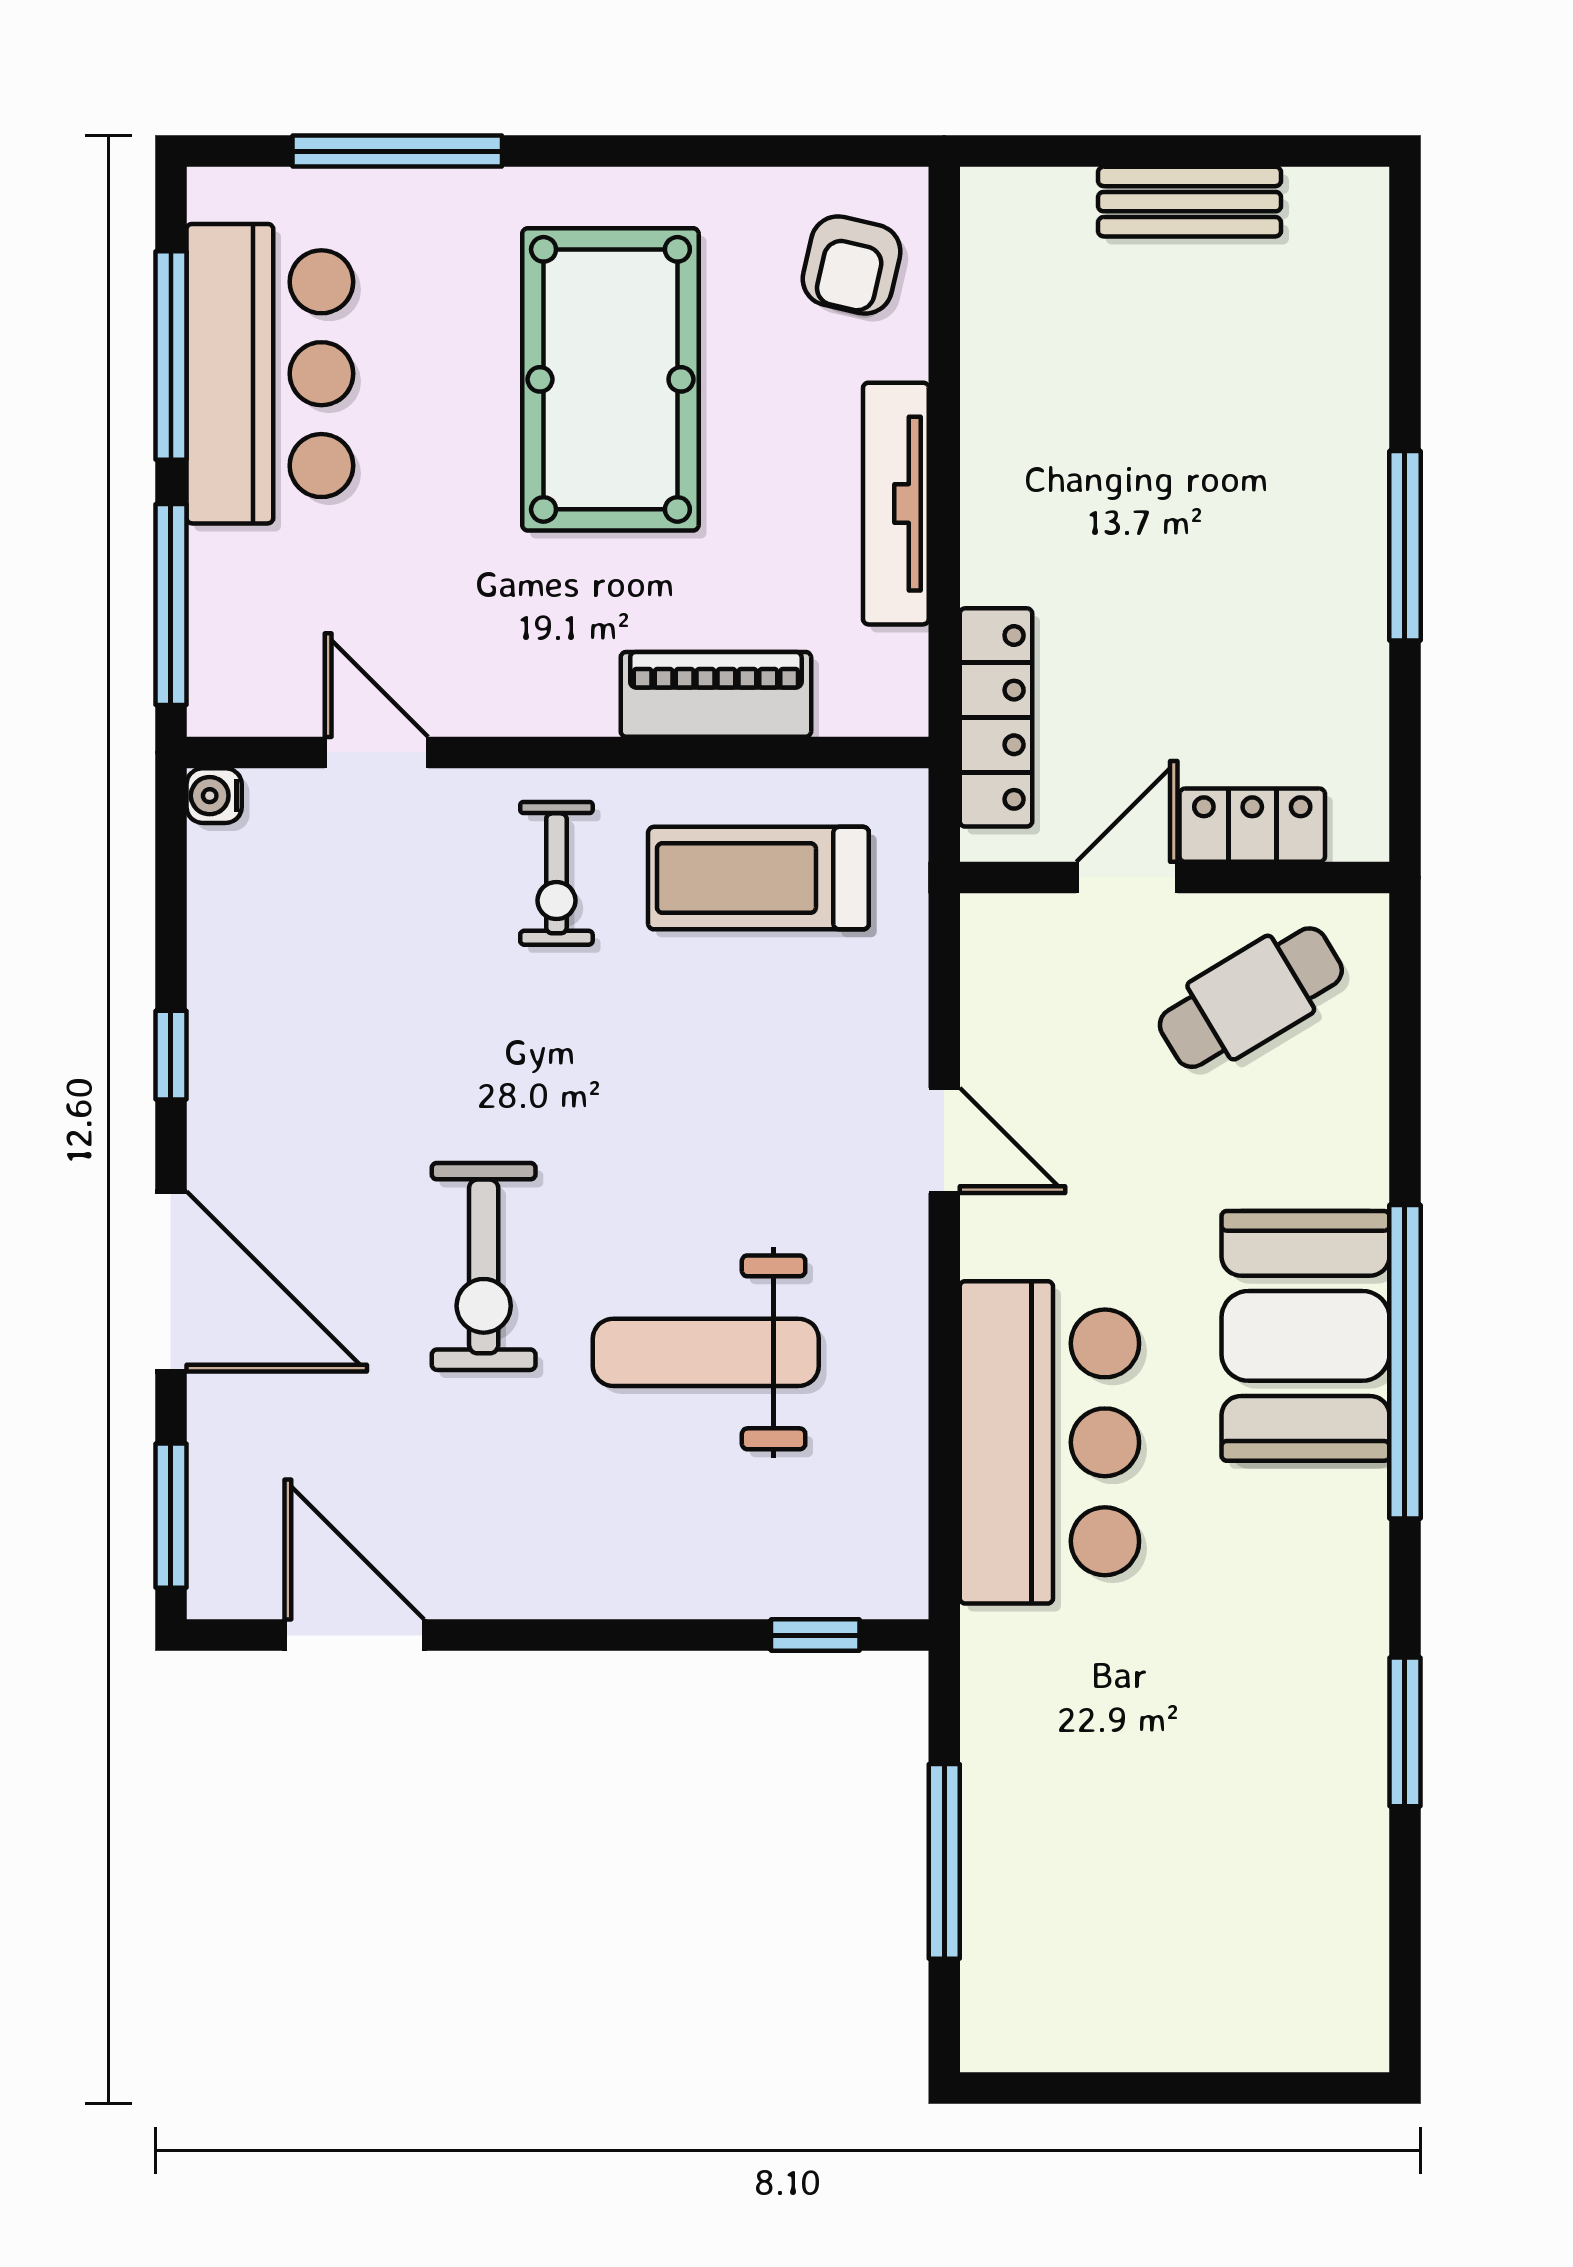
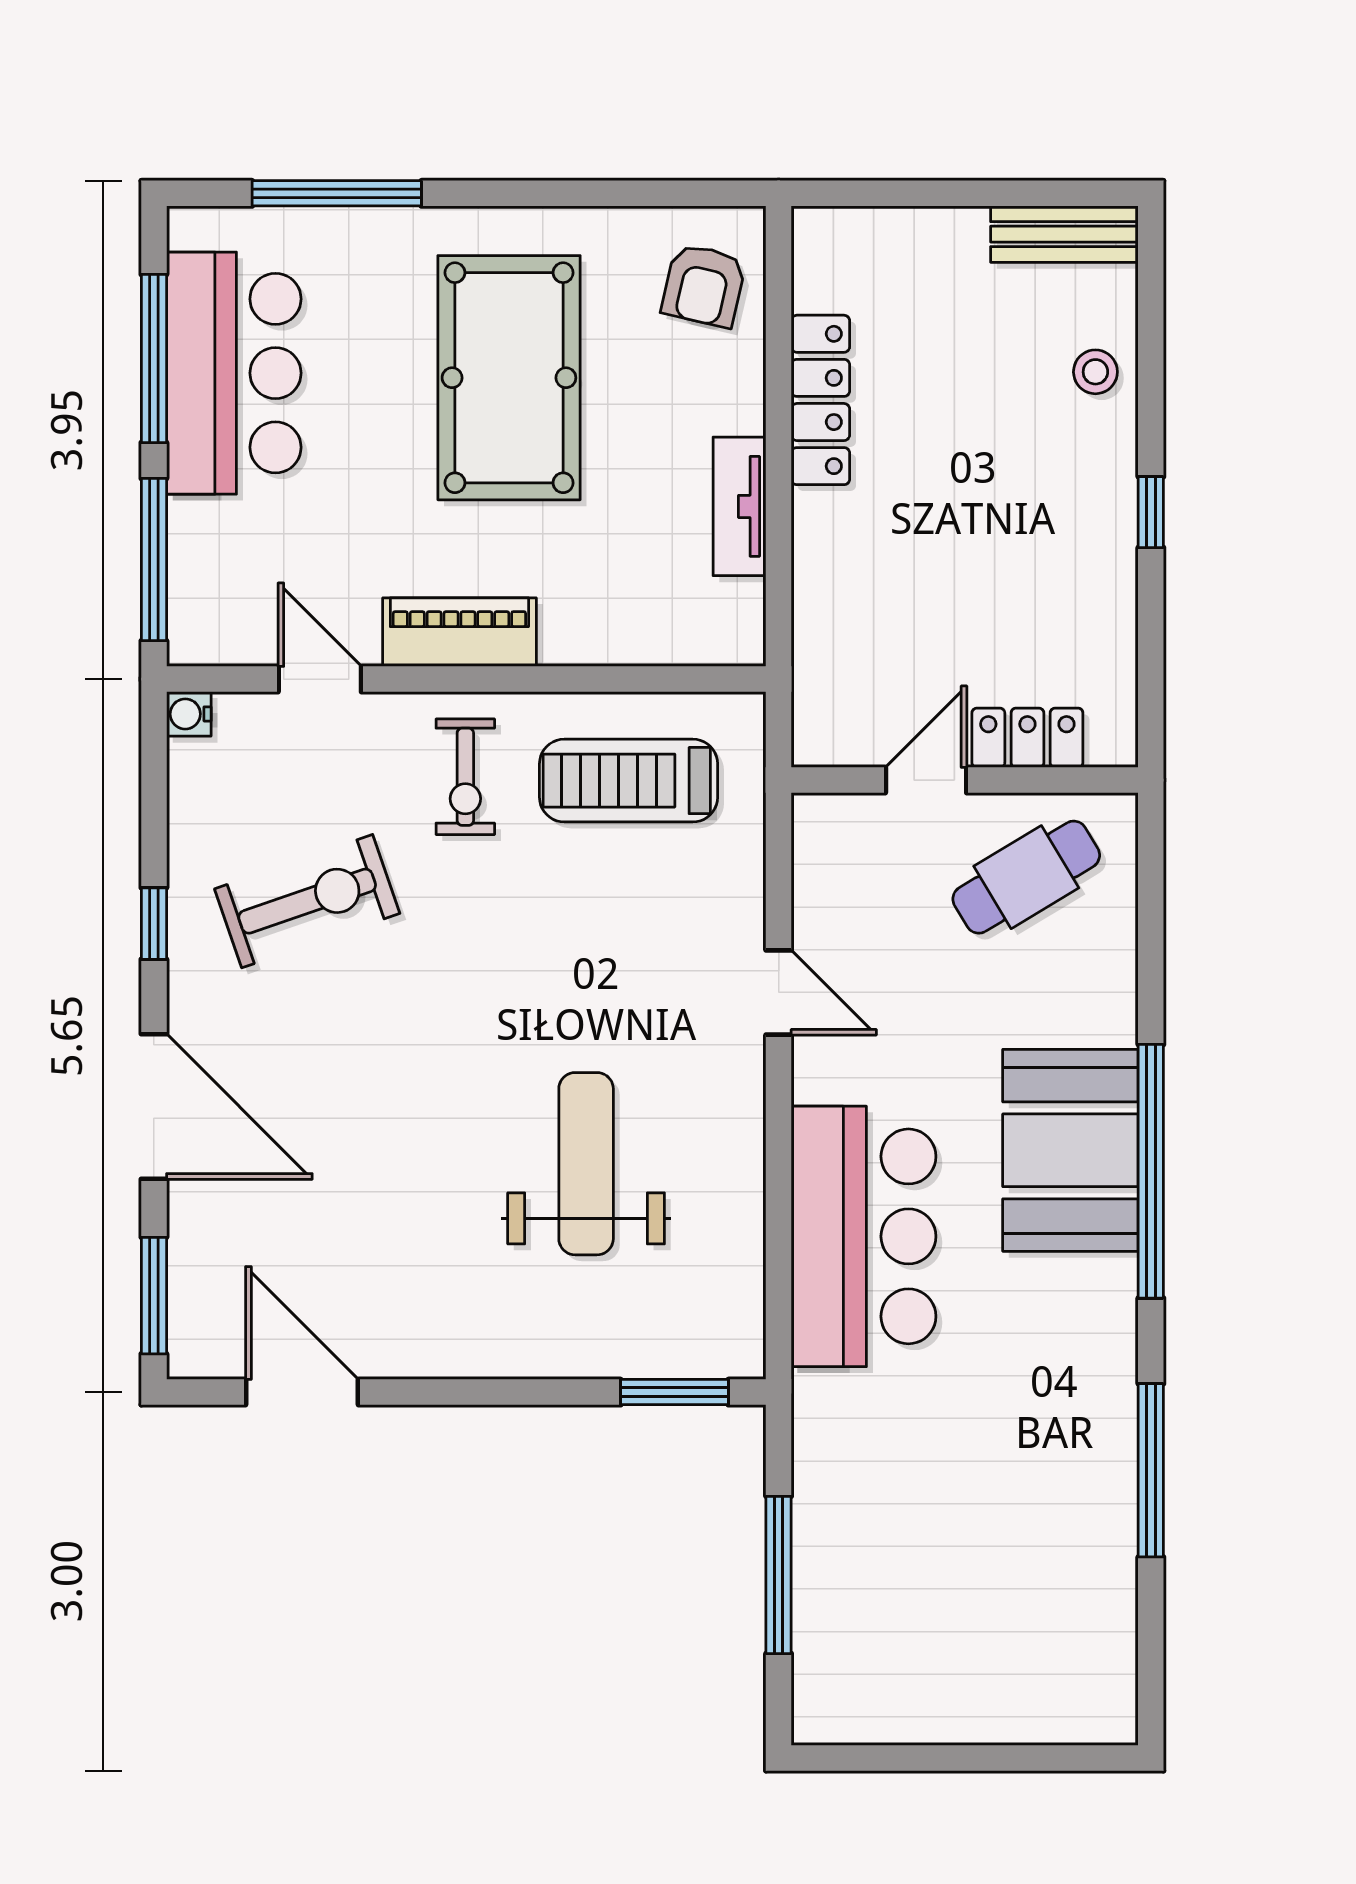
bench: (1190, 202) -> (1064, 234), moved
stool: (1336, 372) -> (1095, 372), added
tv unit: (896, 504) -> (739, 506), width x0.71
window: (1405, 546) -> (1151, 512), width x0.46
piano: (716, 694) -> (459, 632), moved
locker: (996, 717) -> (820, 400), moved
exercise bike: (484, 1266) -> (307, 901), moved, turned -109
weight bench: (706, 1352) -> (586, 1164), turned 90
window: (815, 1635) -> (674, 1392), width x1.50
window: (1405, 1732) -> (1151, 1470), width x1.44

